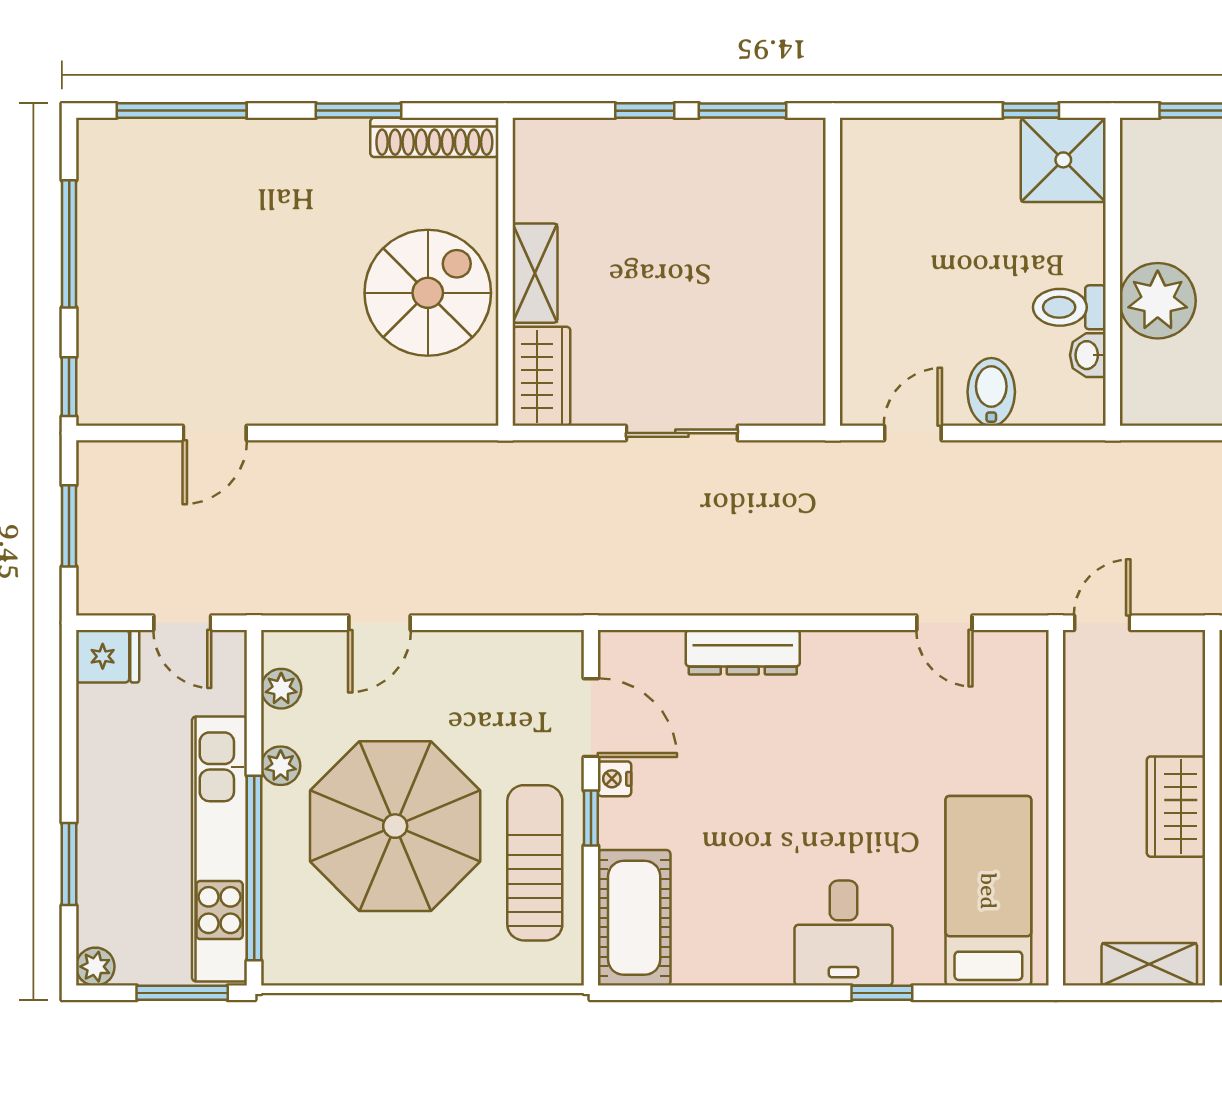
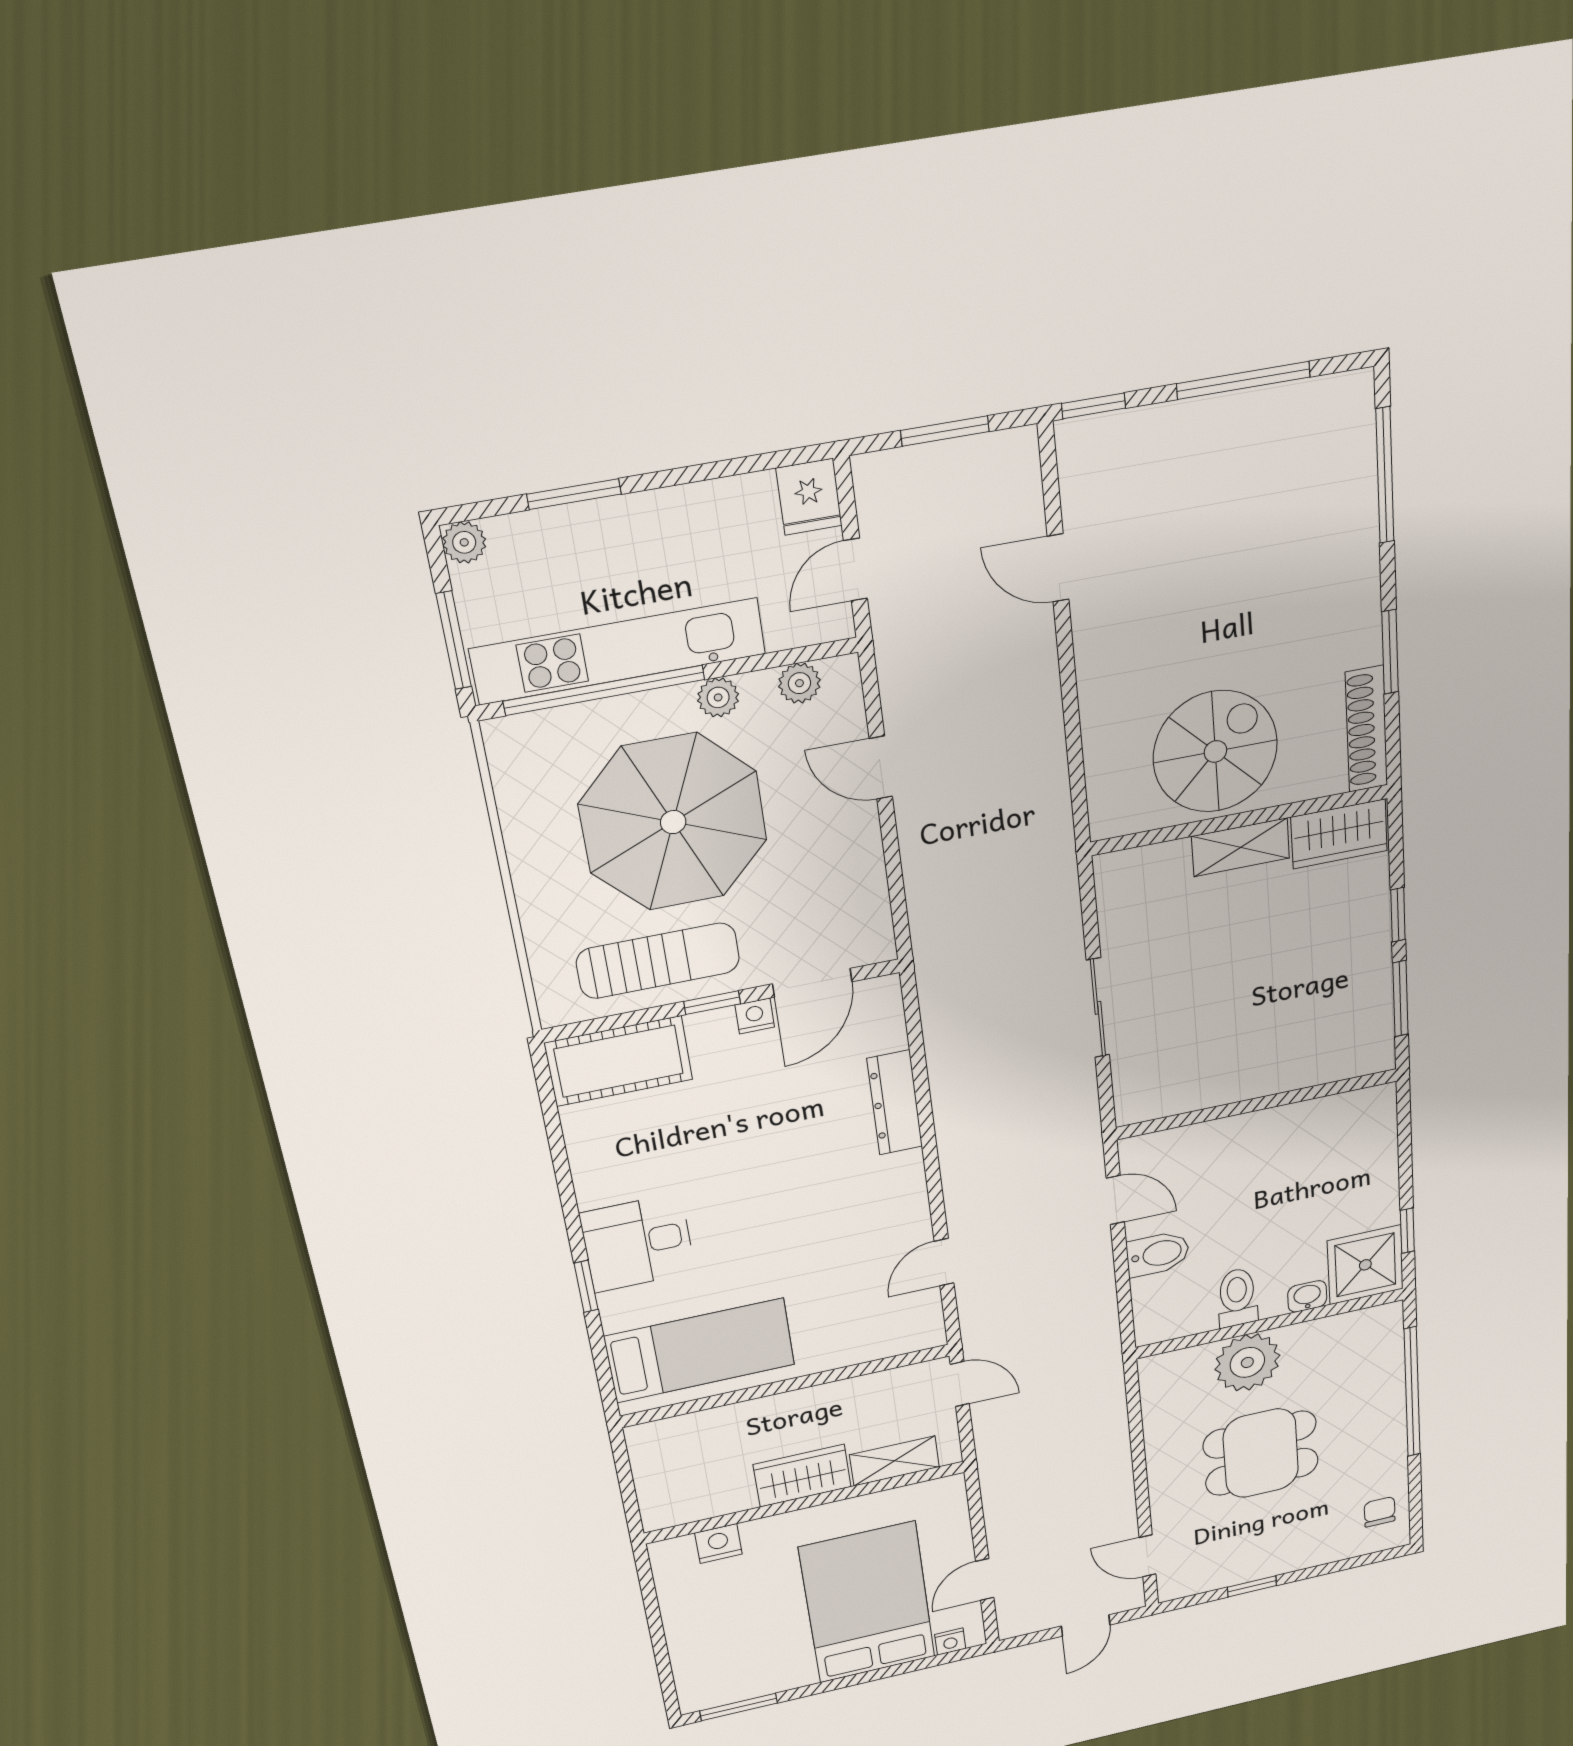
spiral stairs: (428, 293) -> (1215, 751), turned -90
washbasin: (1088, 355) -> (1307, 1296), moved
wardrobe: (541, 376) -> (1339, 834), moved
shelving: (1149, 964) -> (895, 1461), moved, turned 90

